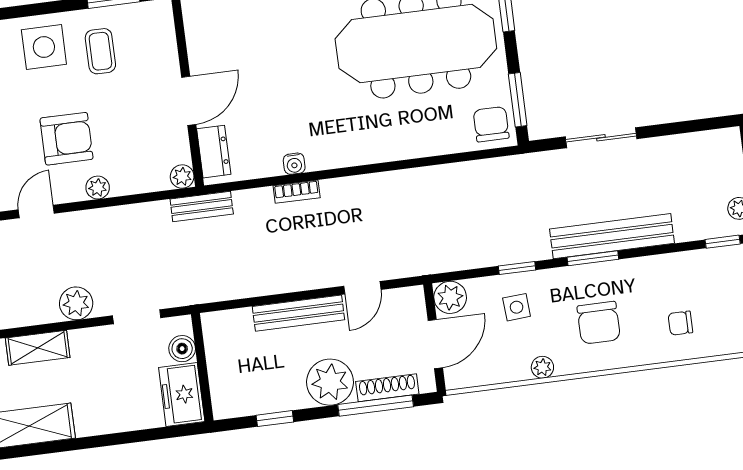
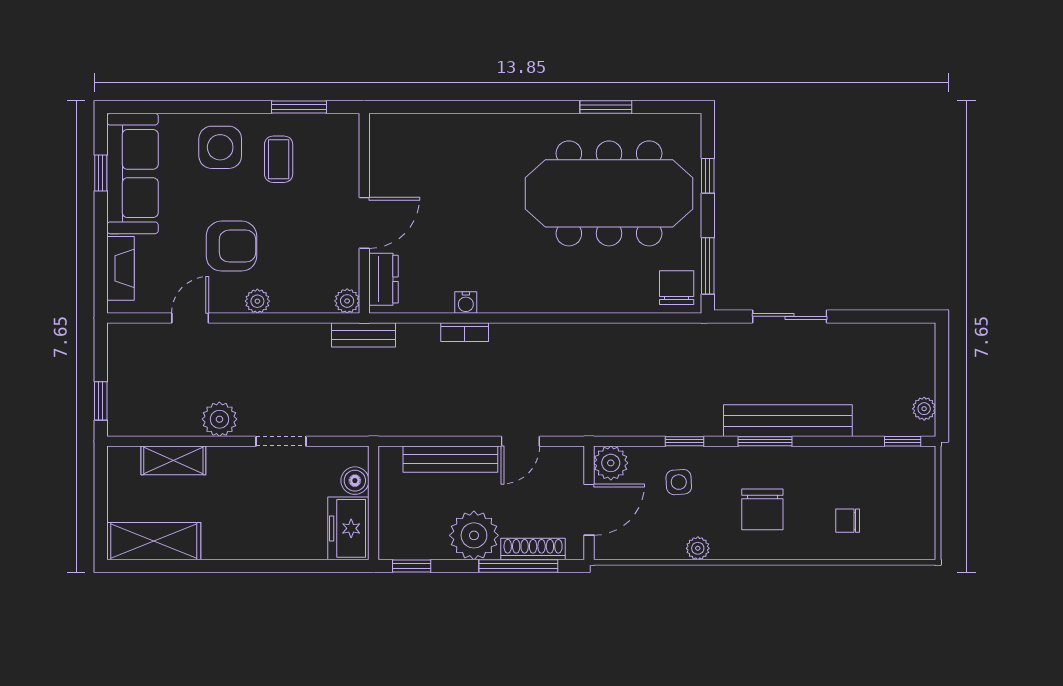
boiler: (182, 349) -> (355, 481), moved
wall: (202, 367) -> (373, 503), moved
freezer: (182, 394) -> (348, 528), moved

